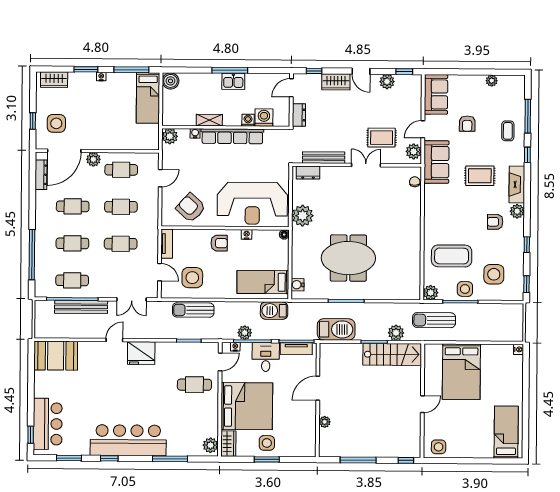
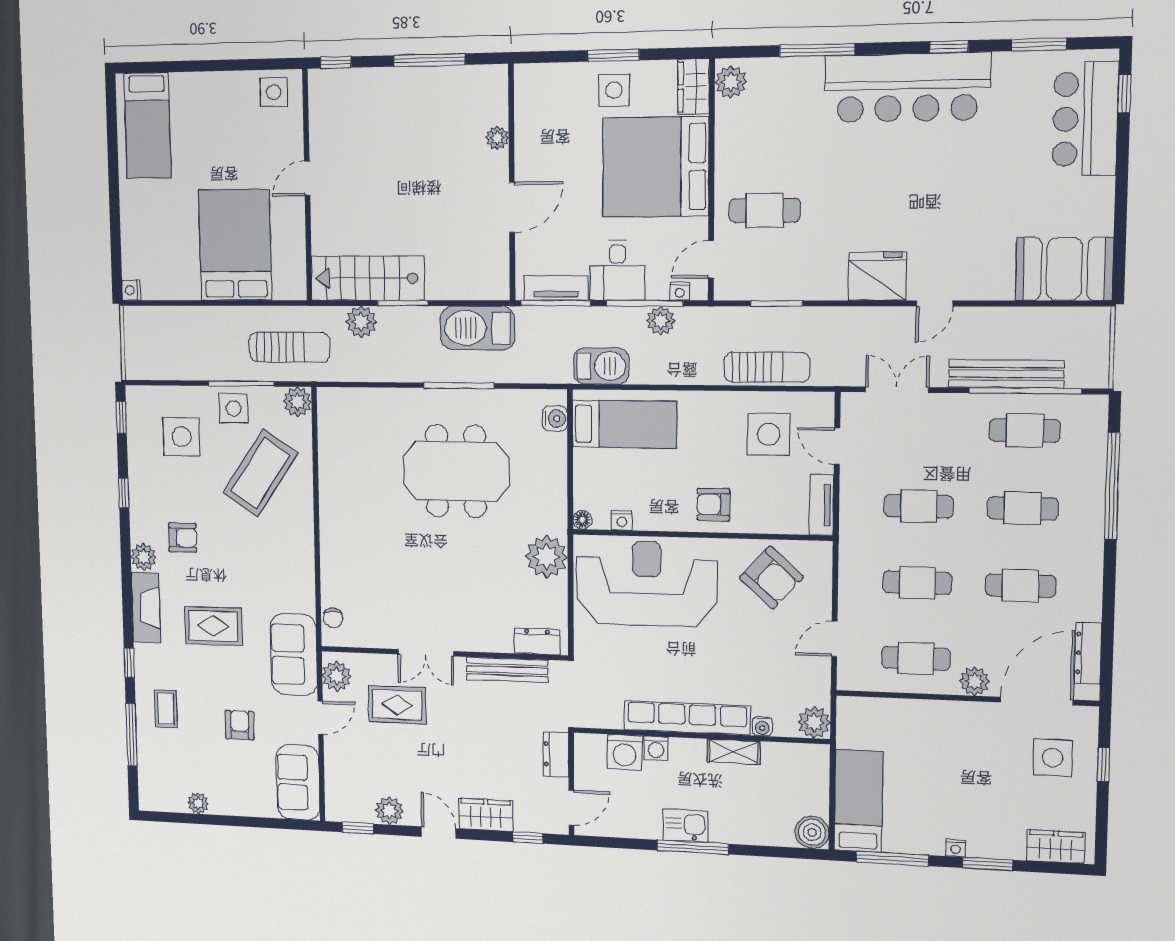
nightstand: (247, 234) -> (622, 520), moved
coffee table: (452, 256) -> (260, 473), turned -56

